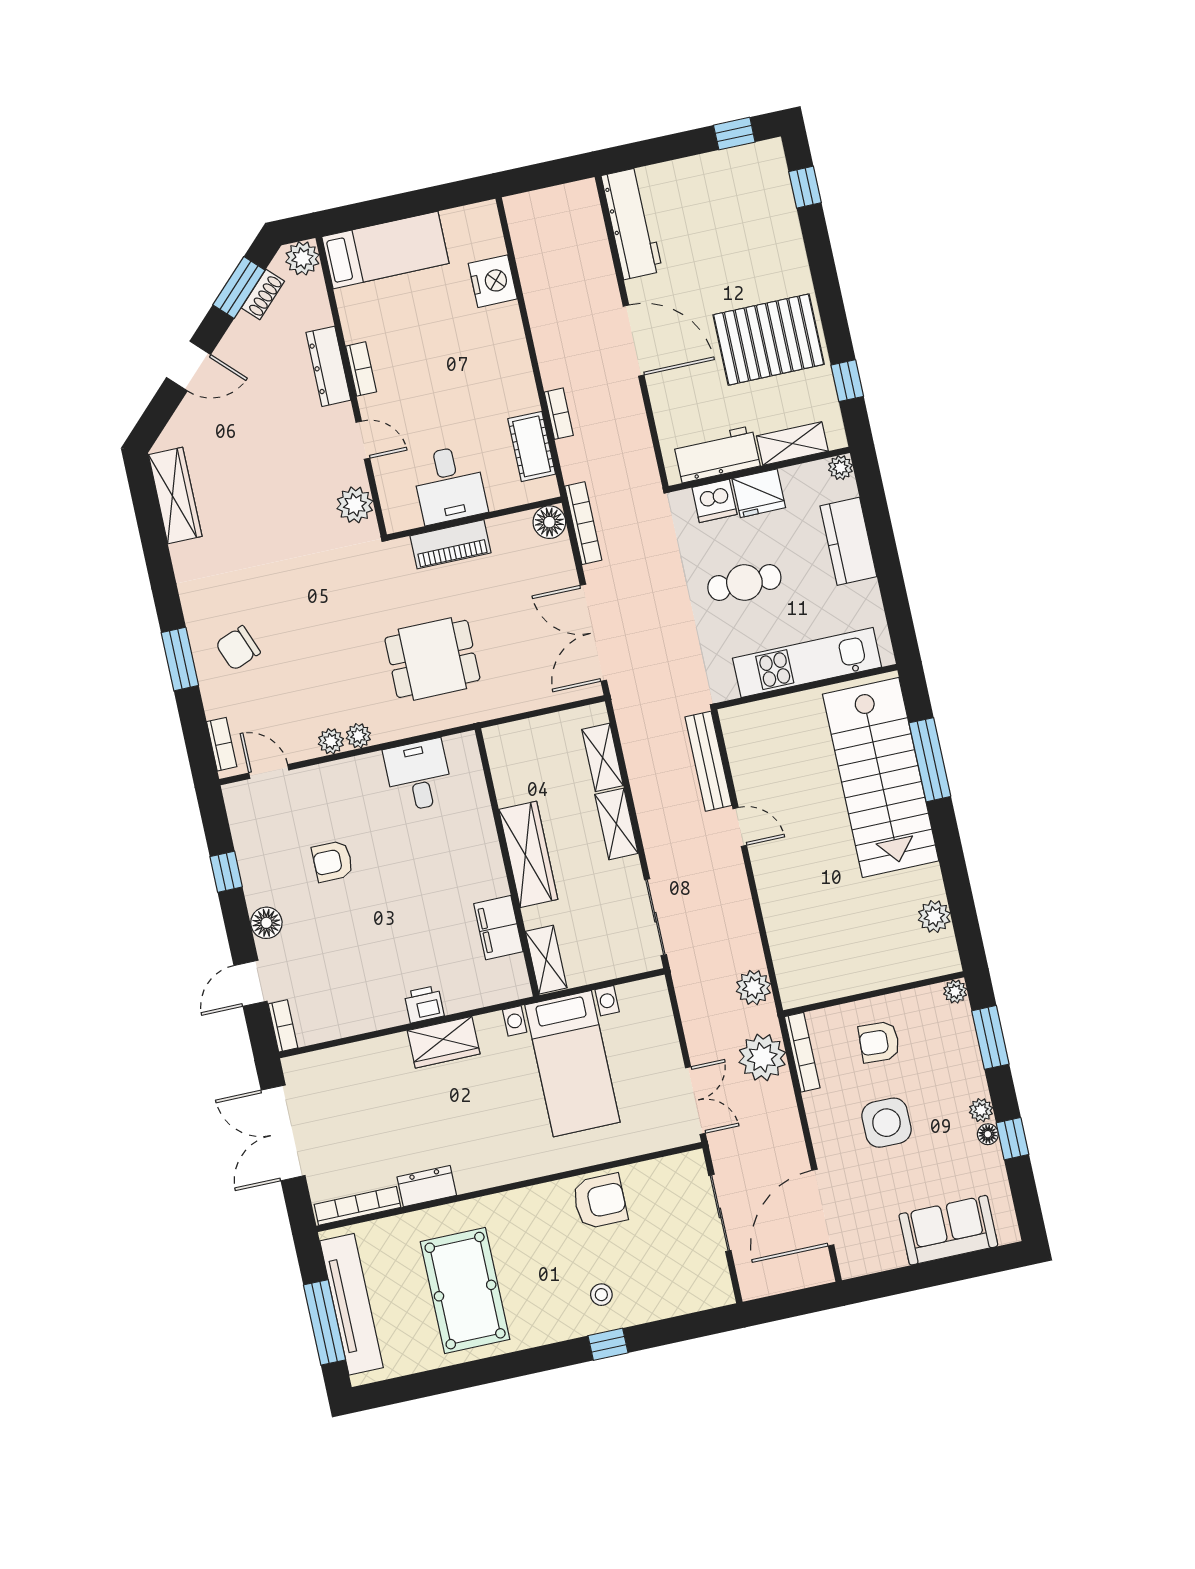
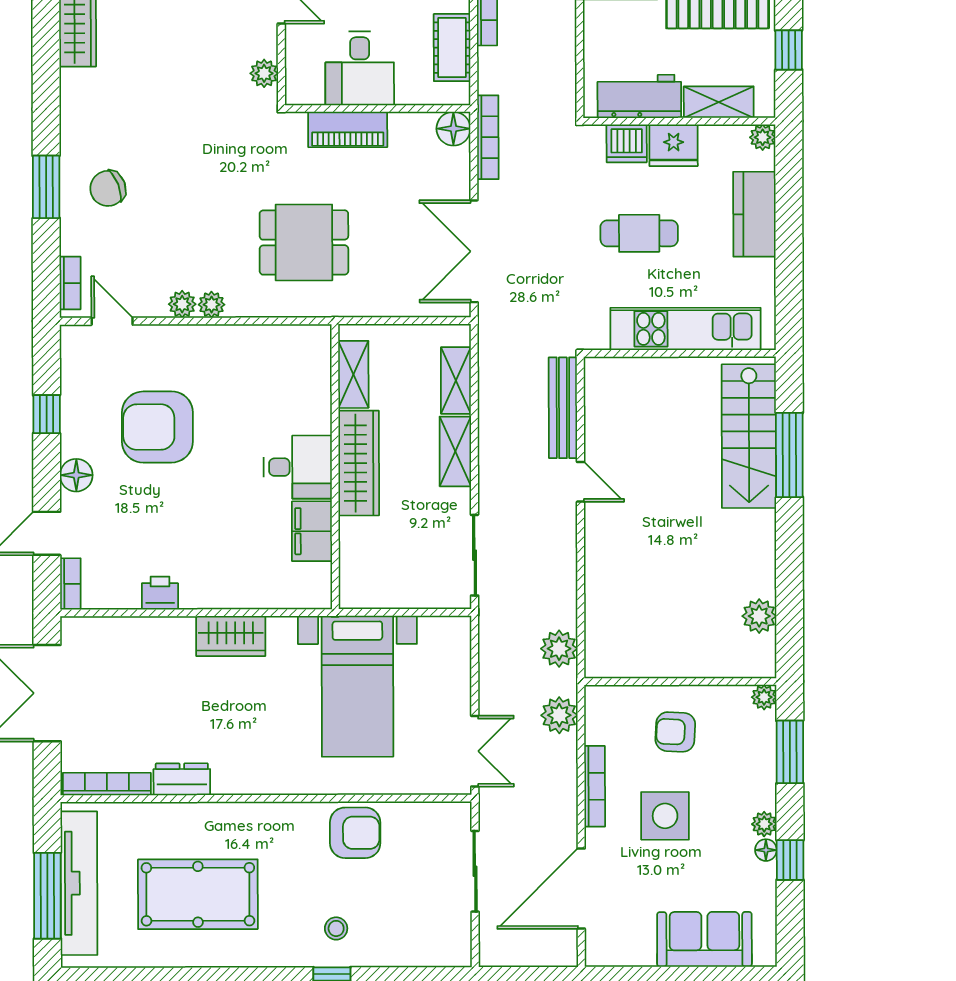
plant: (355, 505) -> (264, 73), width x0.73, depth x0.73
desk: (418, 775) -> (298, 467), moved, turned 90
stairs: (881, 777) -> (749, 436), width x0.73, depth x0.66
armchair: (333, 861) -> (157, 427), width x1.88, depth x1.88
shelving: (546, 960) -> (353, 374), moved
printer: (424, 1004) -> (160, 593), moved
bookcase: (802, 1052) -> (595, 786), moved
plant: (762, 1057) -> (559, 715), width x0.73, depth x0.73
pool table: (465, 1291) -> (198, 894), turned 90

